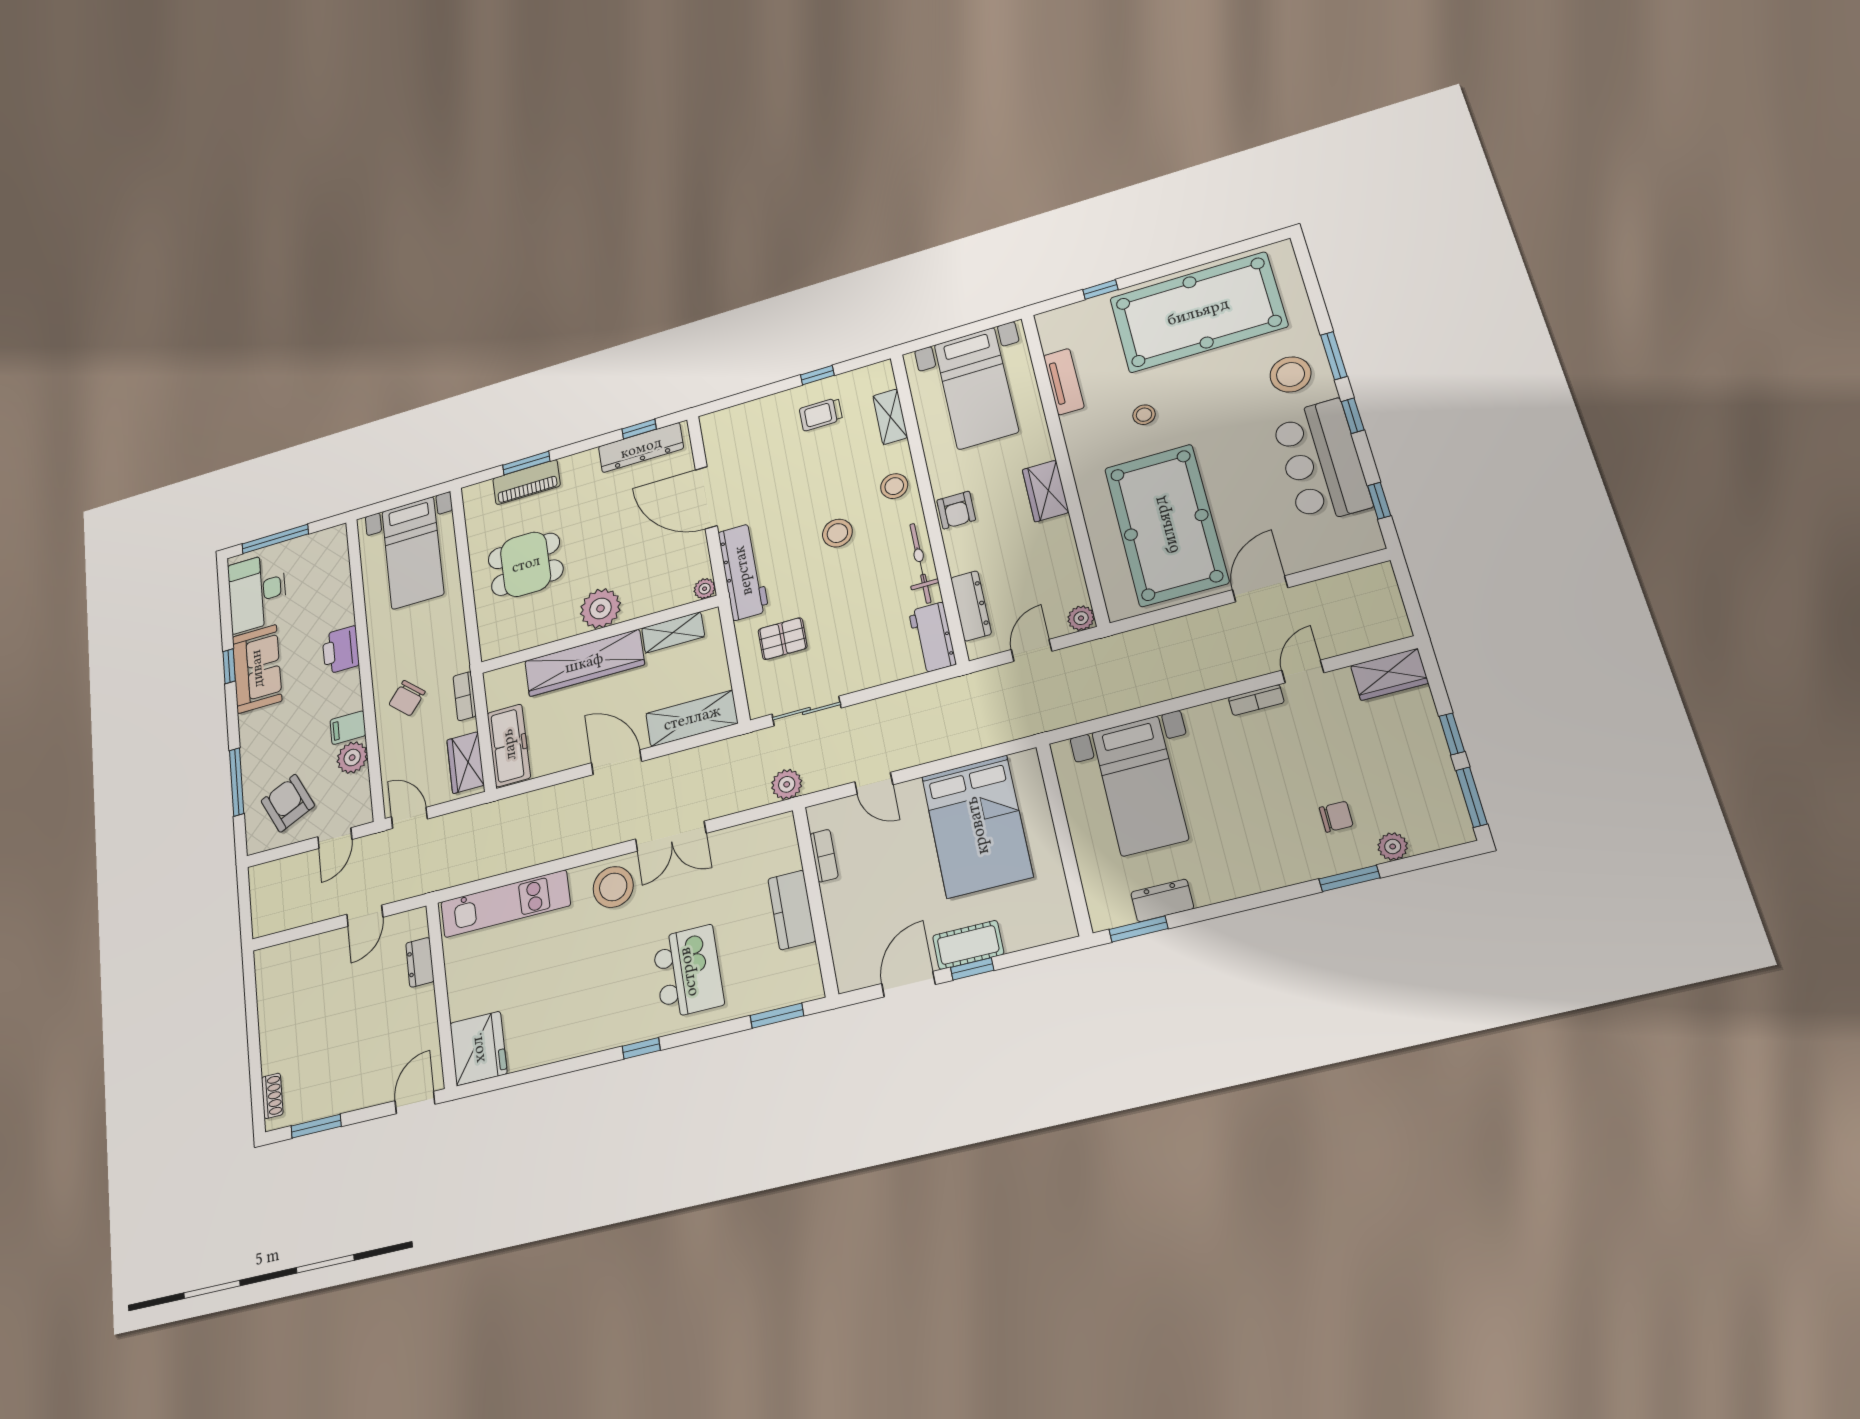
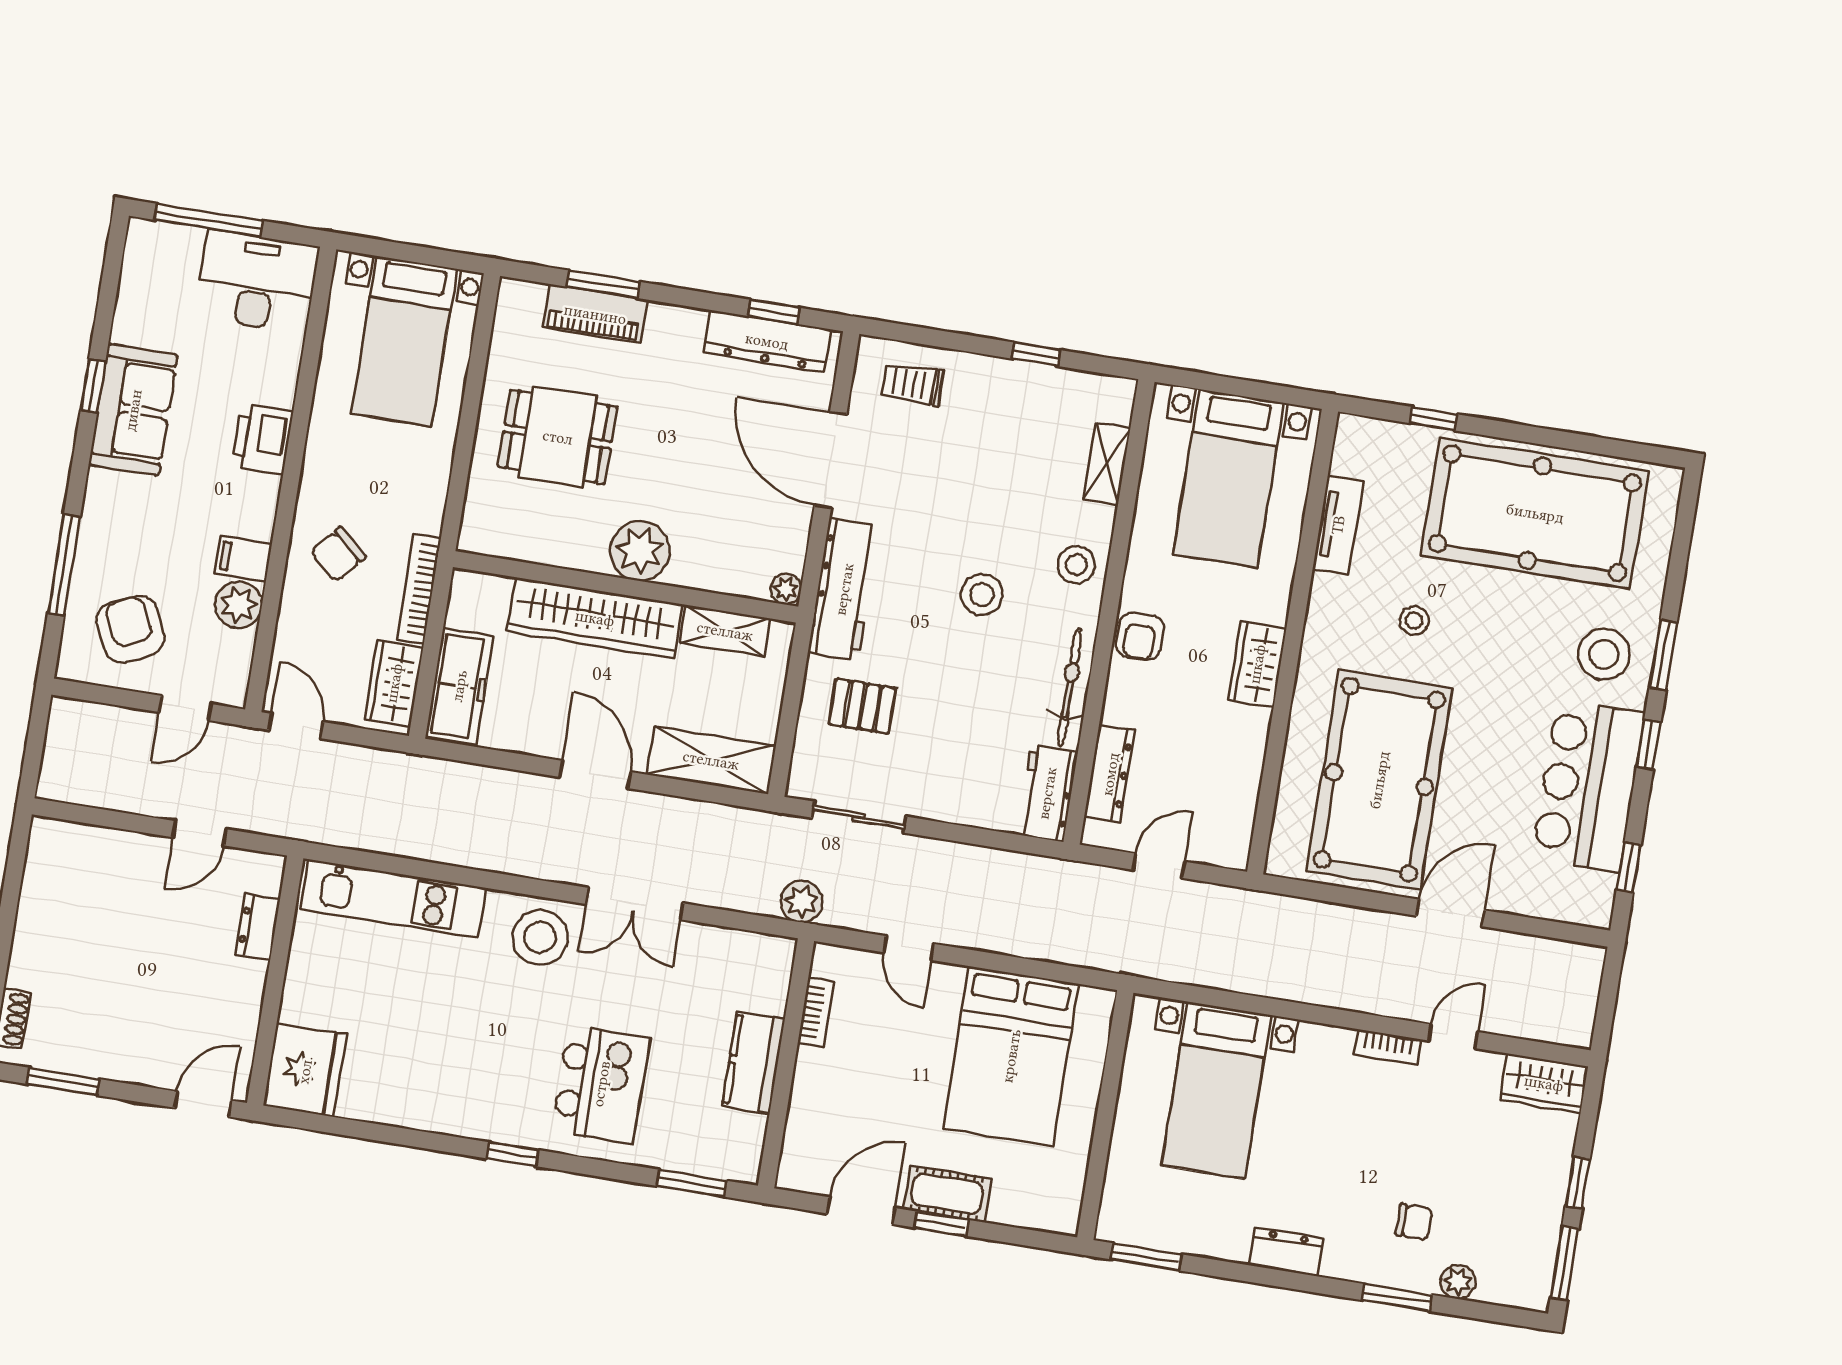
trolley: (821, 414) -> (913, 384), moved
desk: (257, 592) -> (257, 282), moved, turned 90
plant: (1081, 618) -> (1233, 852), removed
bookcase: (465, 696) -> (419, 589), width x1.56
dresser: (1162, 900) -> (1286, 1252), moved

